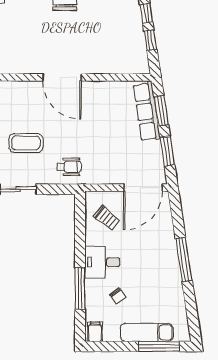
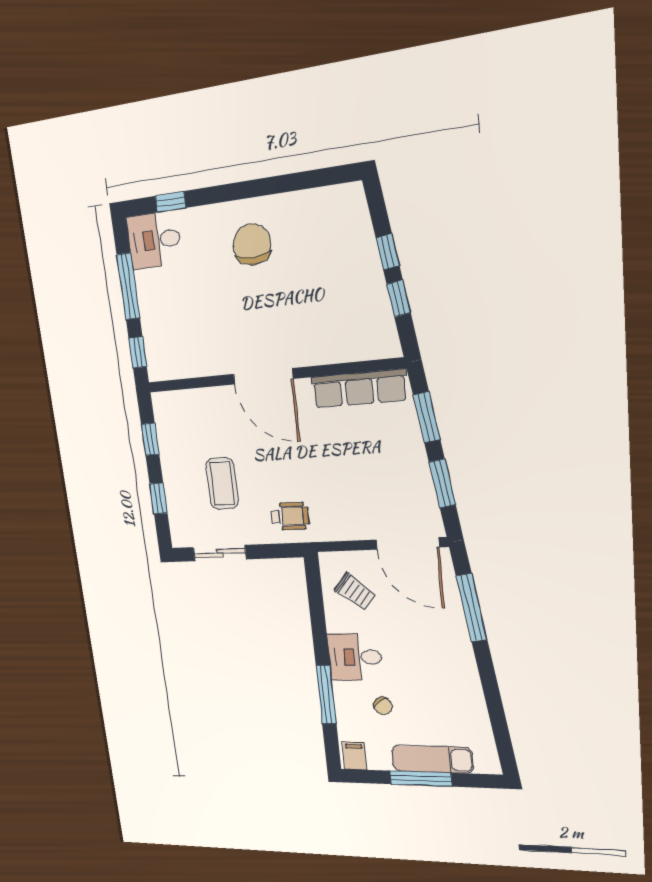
row of seats: (147, 112) -> (359, 388), moved, turned -81
coffee table: (26, 143) -> (222, 484), turned 90
door: (143, 188) -> (407, 544), hinge flipped
window: (184, 259) -> (472, 608), moved
window: (159, 347) -> (421, 779), moved

